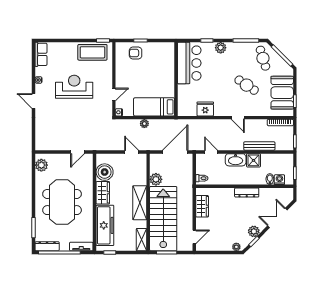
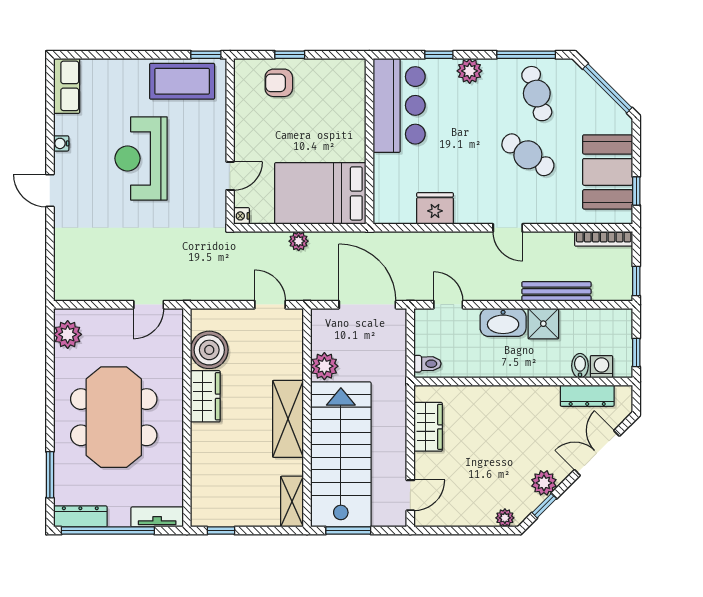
cafe table: (263, 58) -> (537, 94), moved
reception desk: (74, 87) -> (141, 158), turned -90
bed: (154, 107) -> (320, 193), width x1.50
door: (175, 152) -> (367, 305), hinge flipped
dresser: (247, 192) -> (587, 396), moved
freezer: (105, 225) -> (210, 470), removed

